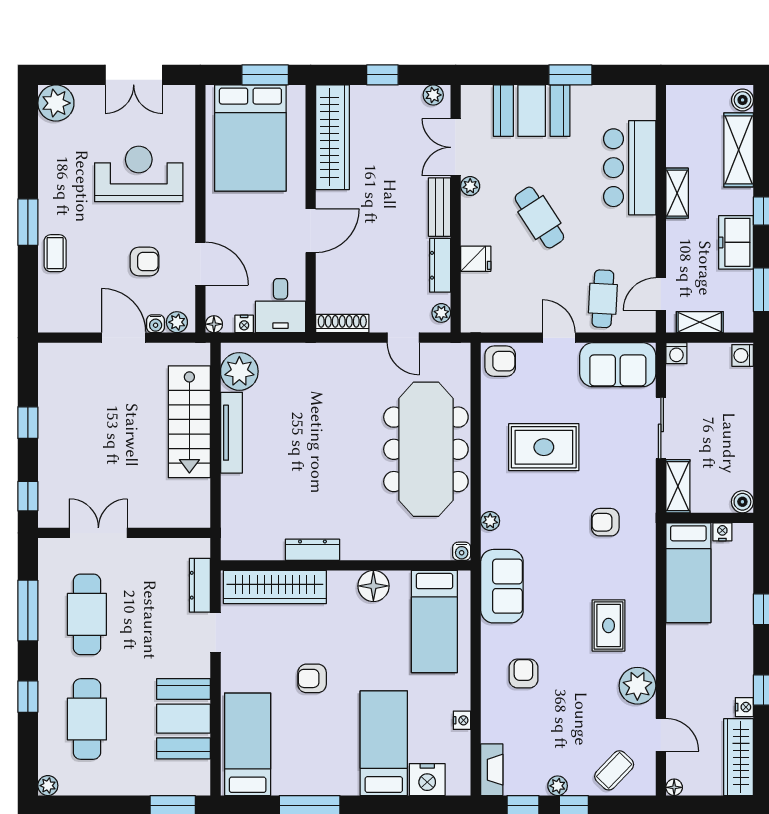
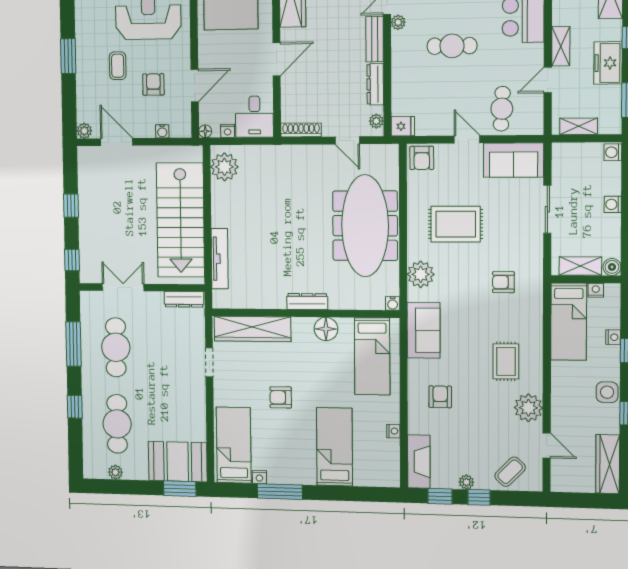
shelving: (677, 193) -> (561, 46), moved
cafe table: (539, 218) -> (452, 46), turned -57
coffee table: (55, 253) -> (118, 66), moved
fridge: (476, 259) -> (403, 126), moved
armchair: (144, 261) -> (153, 84), turned -90
door: (200, 264) -> (195, 85), hinge flipped
door: (661, 294) -> (548, 80), moved
plant: (177, 322) -> (84, 131), moved
door: (124, 338) -> (117, 142), moved
washing machine: (676, 353) -> (613, 204), moved, turned 90
armchair: (500, 361) -> (422, 158), turned 90
stairs: (189, 422) -> (180, 220), width x1.36, depth x1.51
tv unit: (231, 433) -> (220, 259), moved
shelving: (678, 486) -> (580, 266), moved, turned 90
plant: (490, 521) -> (421, 274), width x1.87, depth x1.87
dresser: (312, 550) -> (307, 302), moved
dresser: (200, 585) -> (184, 299), moved, turned -90
side table: (737, 663) -> (607, 392), added
nightstand: (744, 707) -> (613, 337), moved
booth: (184, 719) -> (178, 462), moved, turned 90
fireplace: (492, 770) -> (419, 462), width x1.37, depth x1.32
nightstand: (427, 780) -> (259, 477), moved, width x0.53, depth x0.56
plant: (48, 786) -> (115, 472), moved
floor lamp: (674, 787) -> (557, 486), removed

